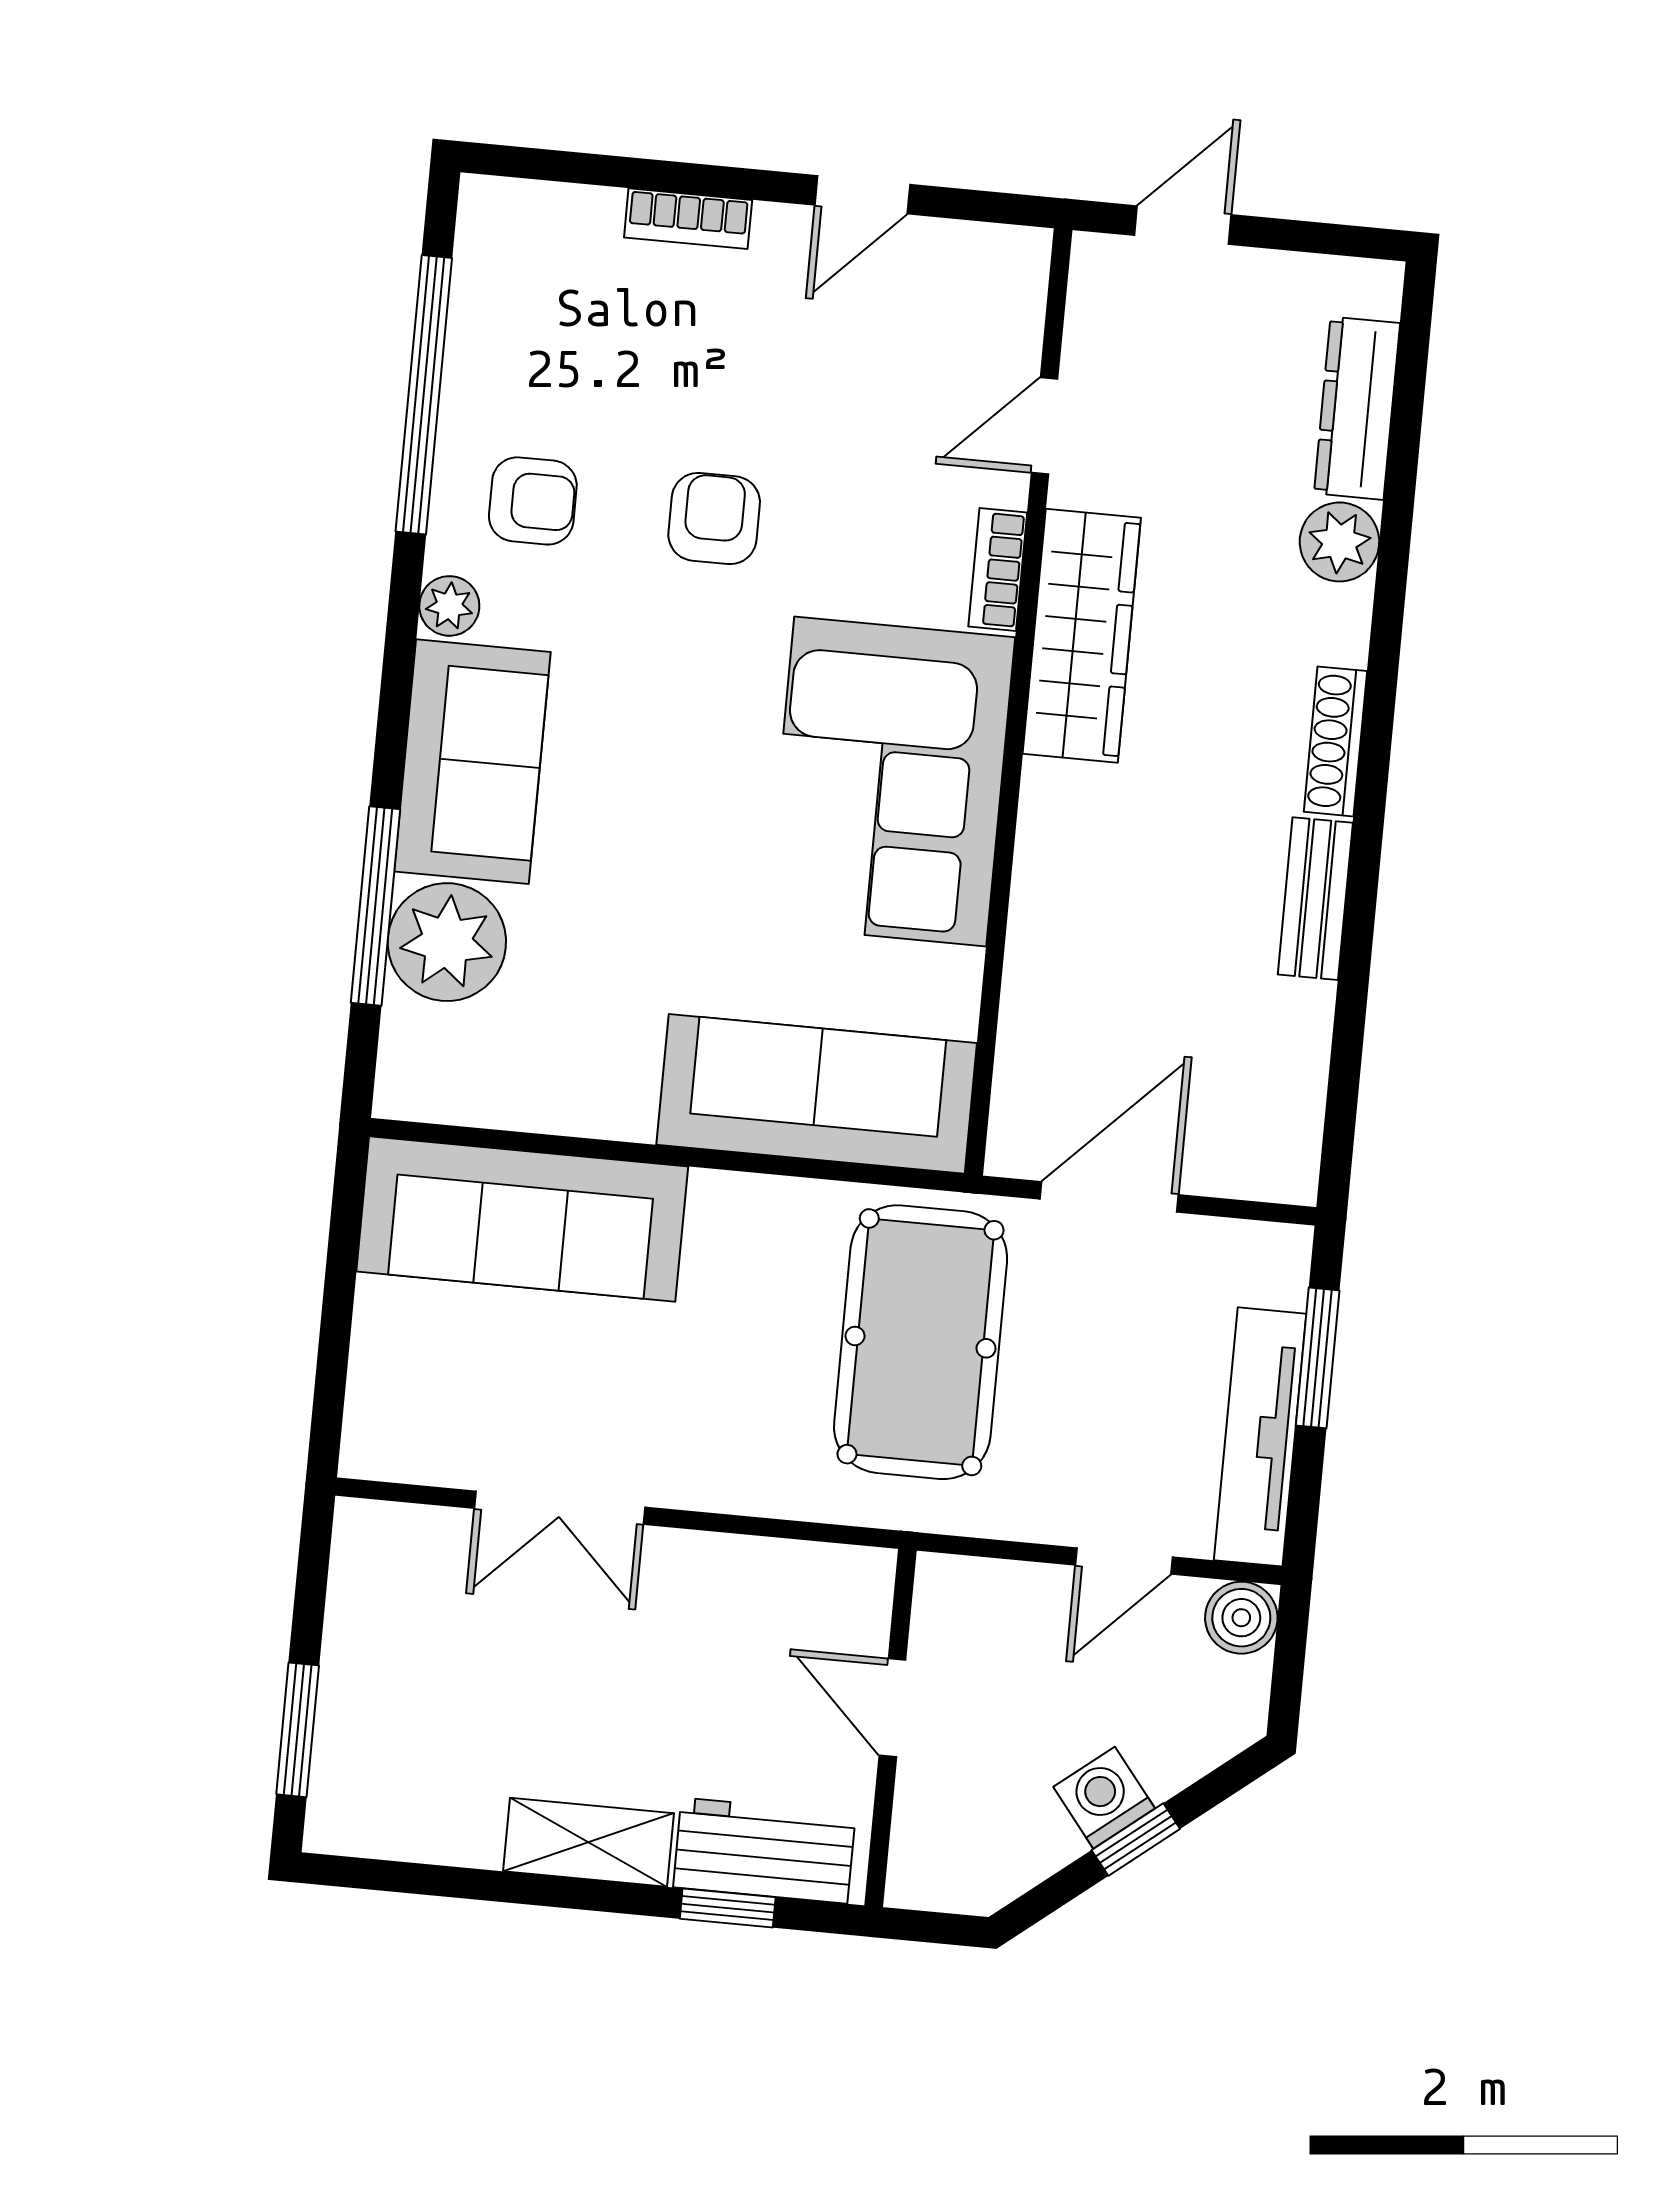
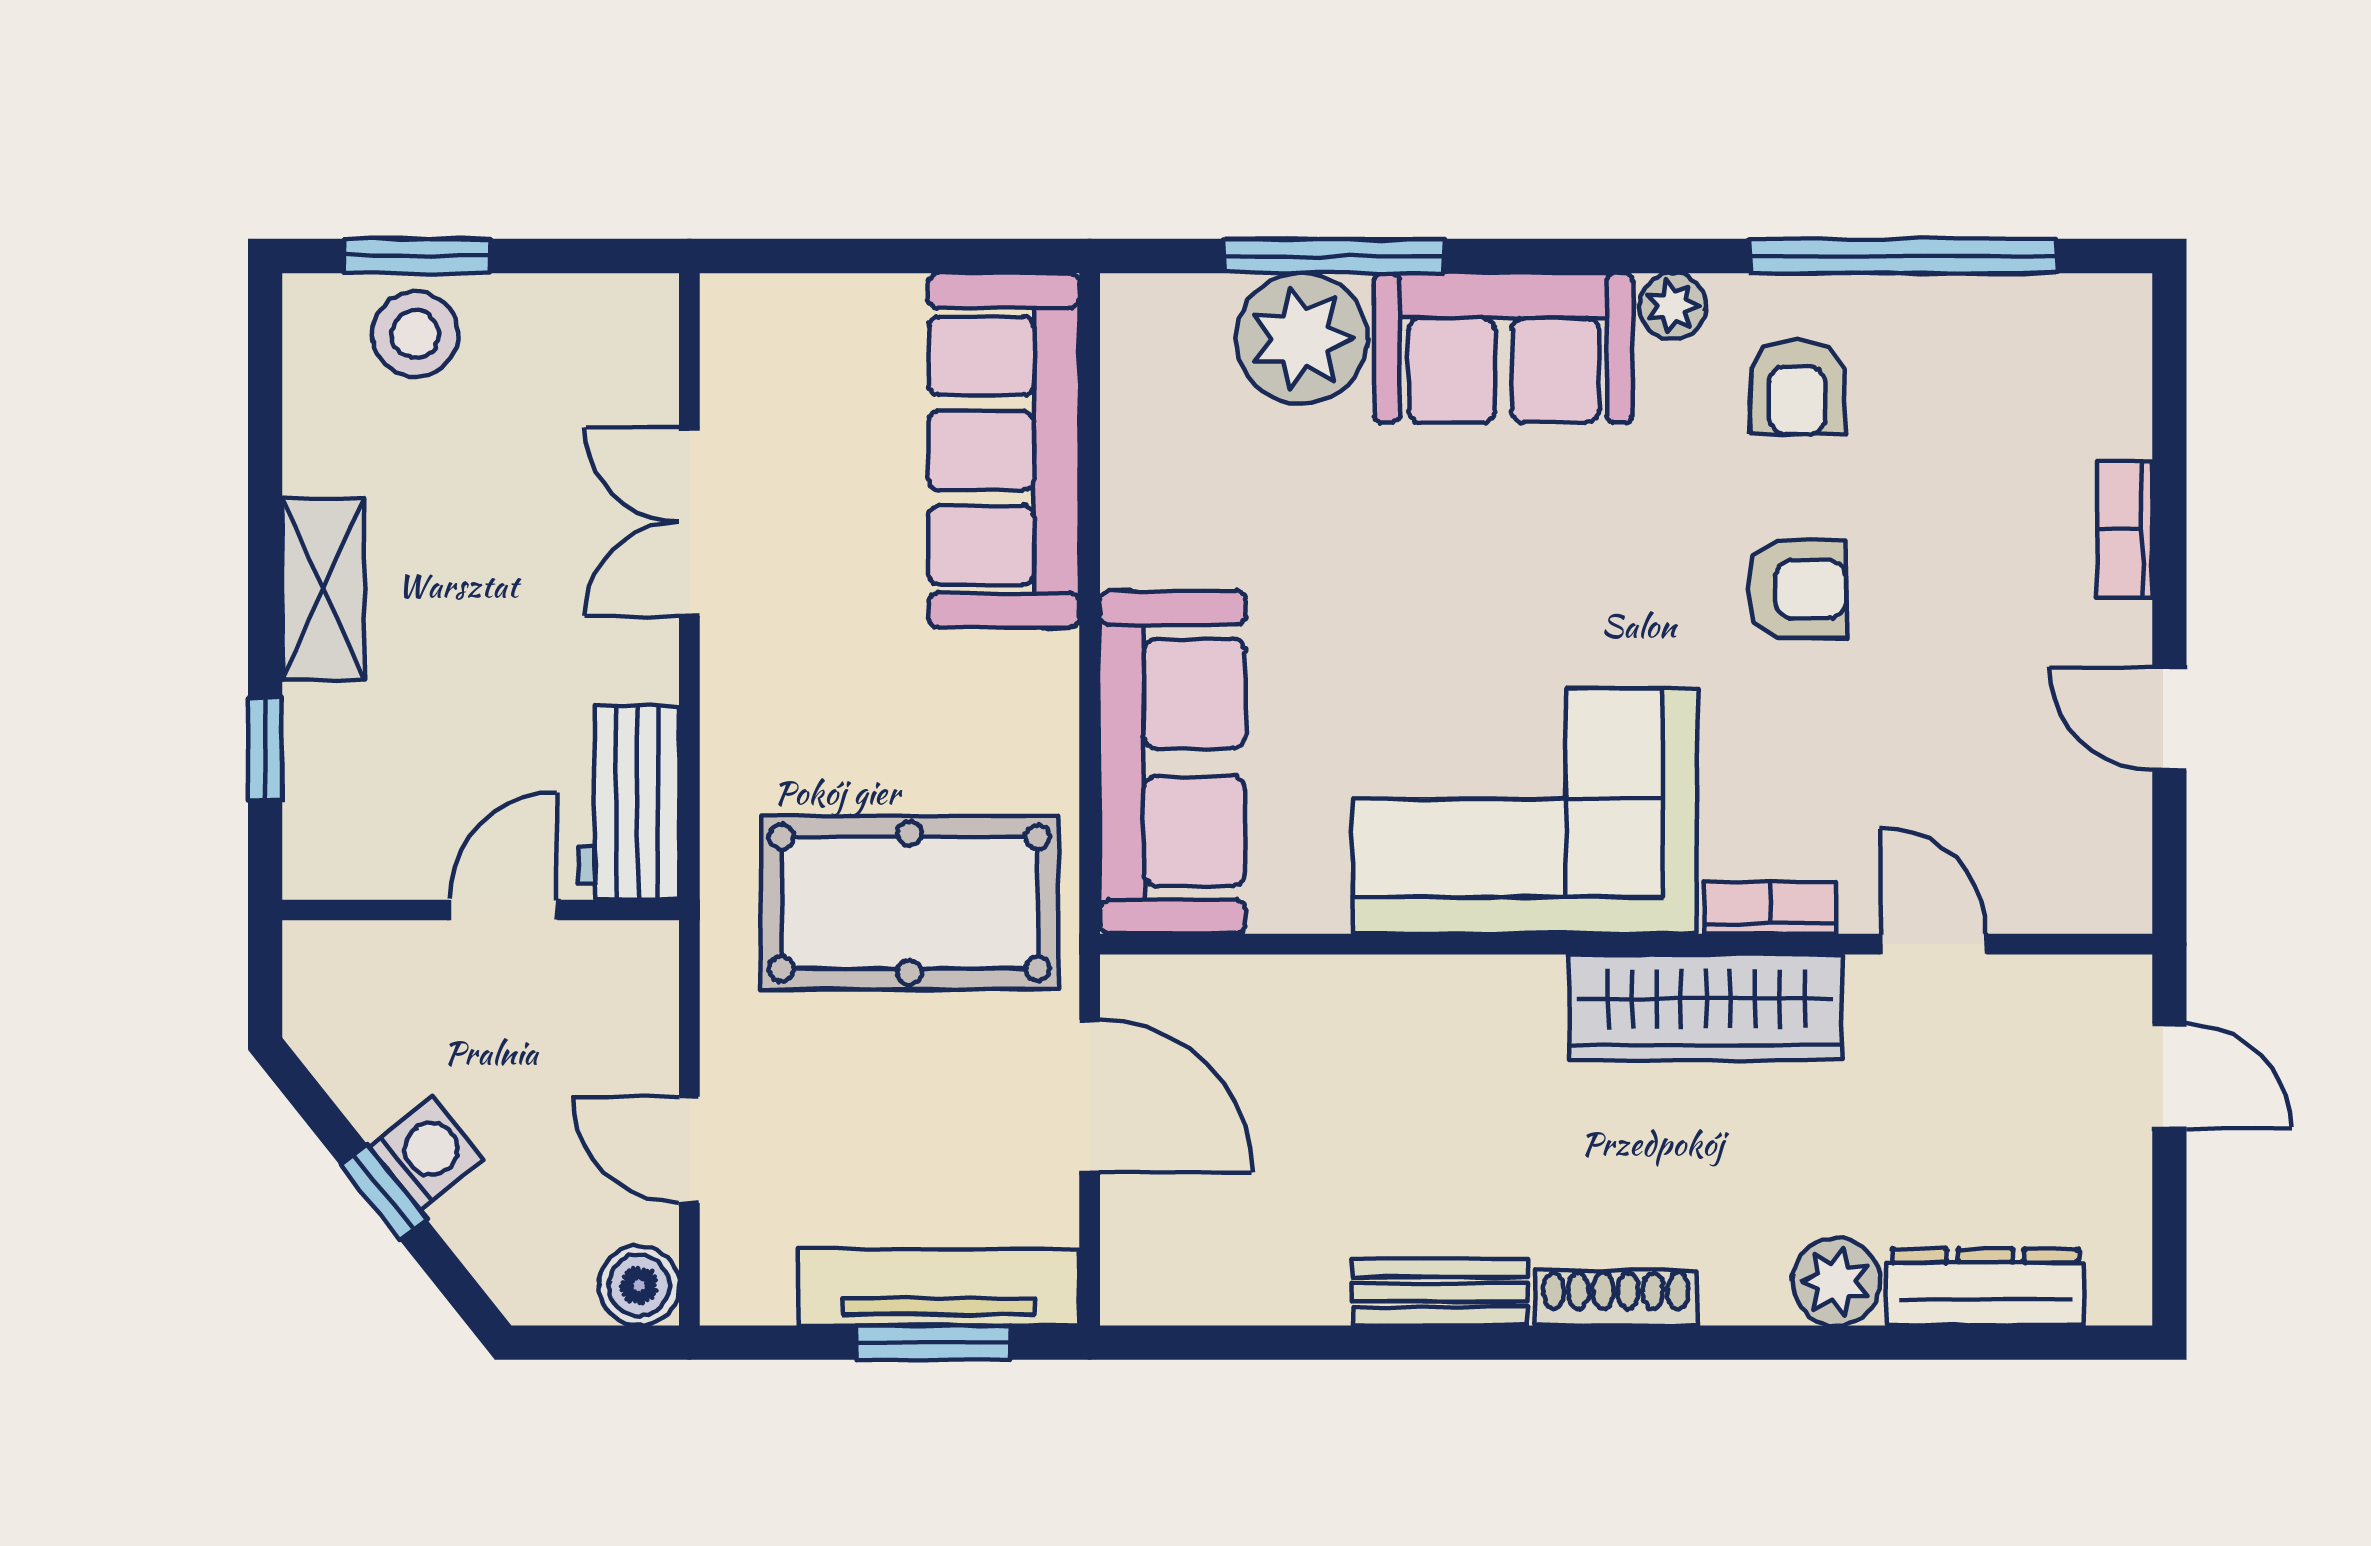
tv unit: (1260, 1437) -> (938, 1287), moved
stool: (368, 1738) -> (415, 334), added
workbench: (764, 1851) -> (629, 803), moved, turned 180

